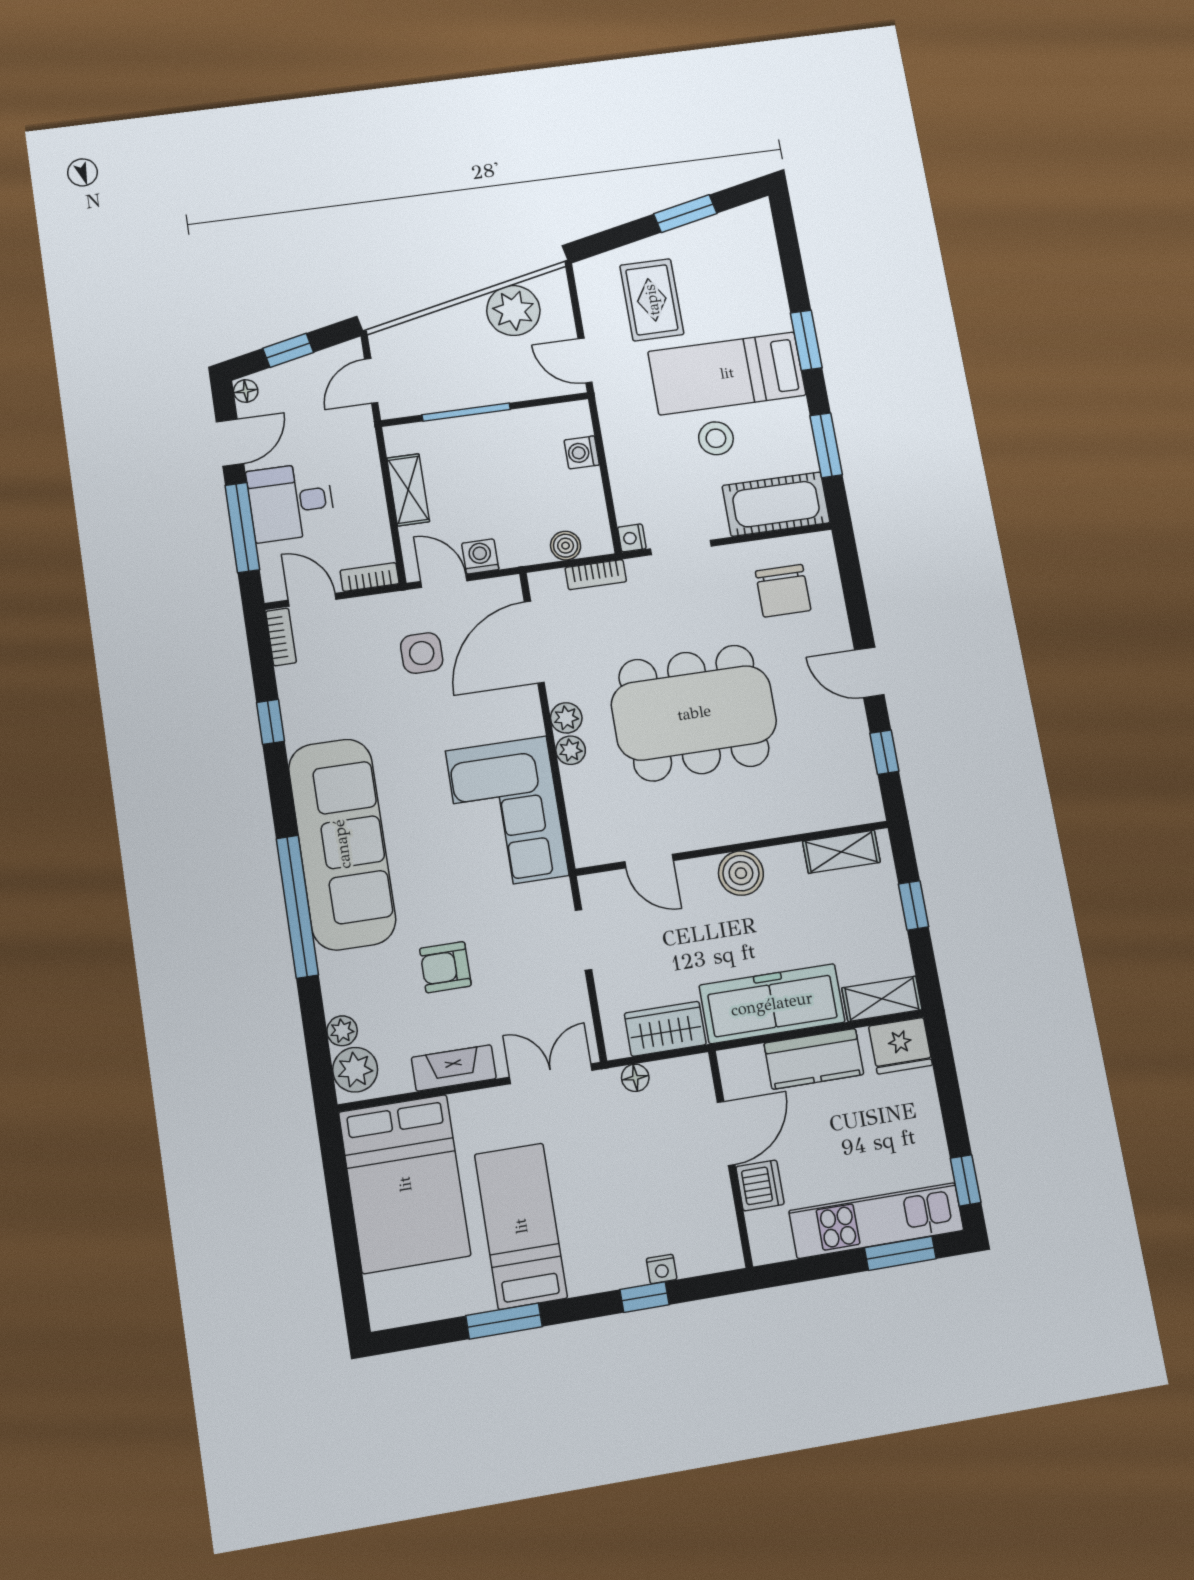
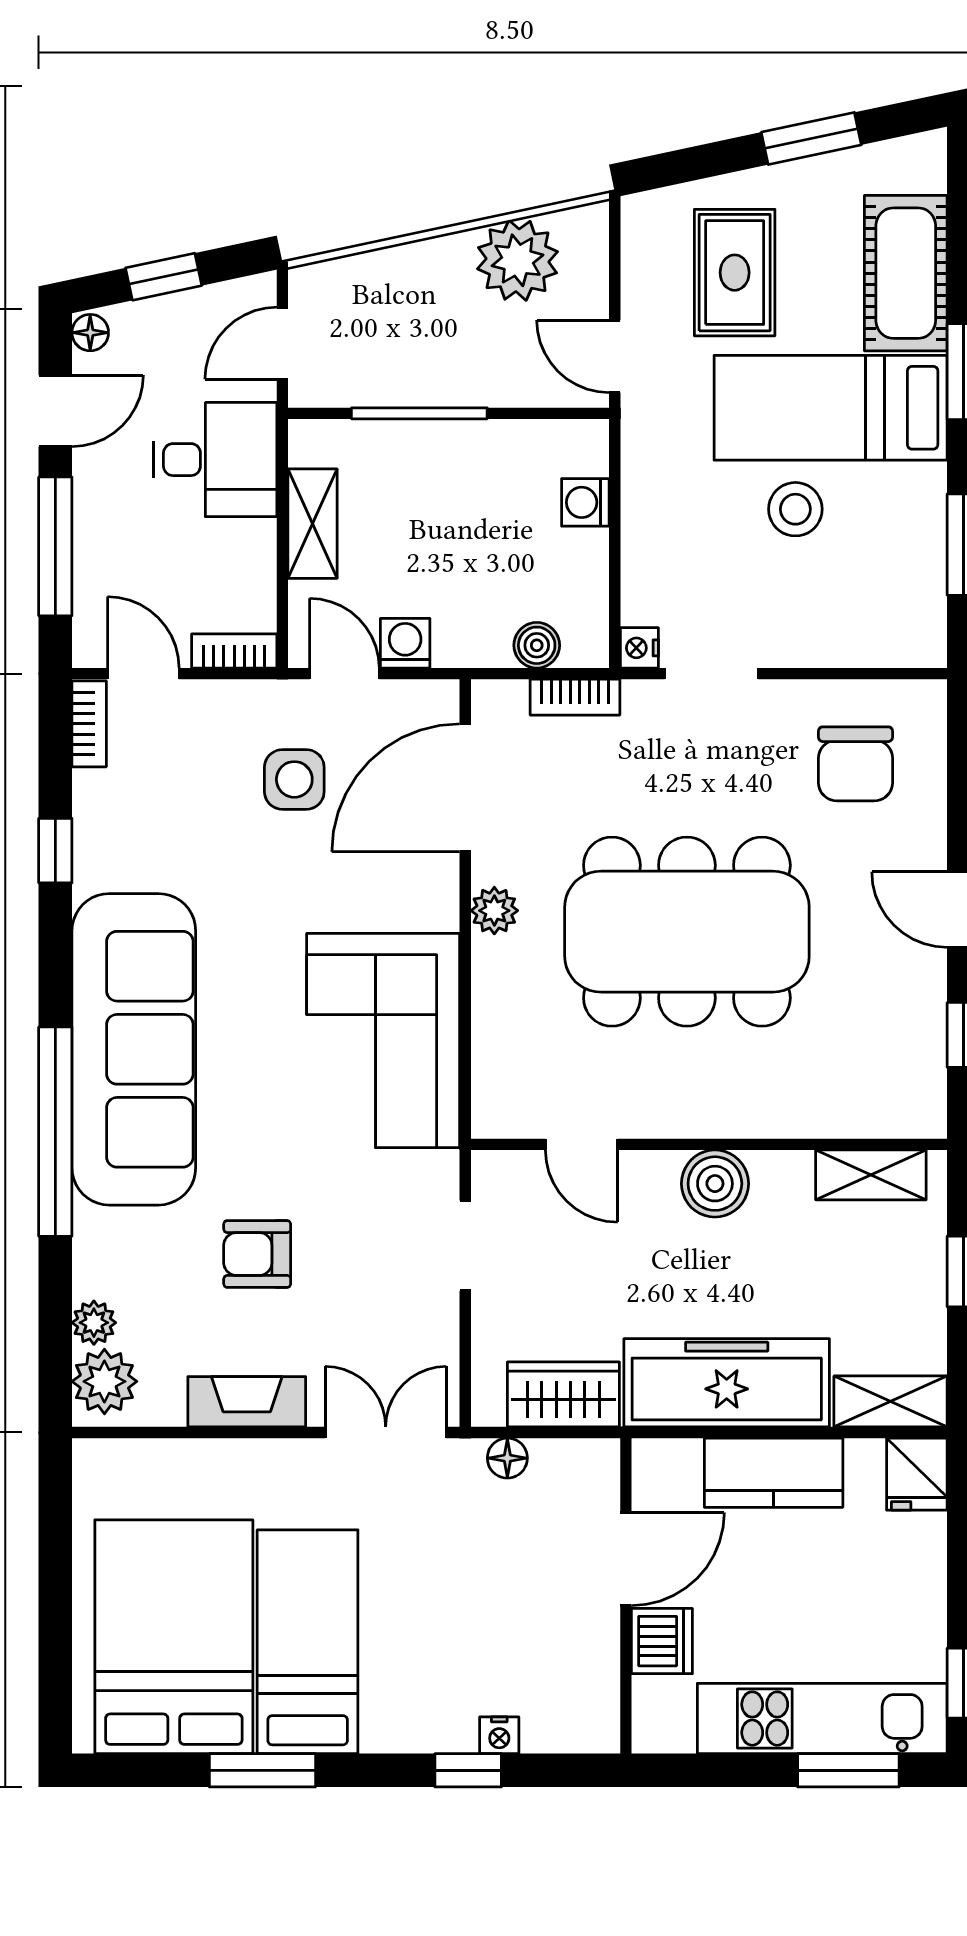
desk: (291, 502) -> (215, 460), moved, turned 180
cot: (776, 504) -> (906, 273), moved, turned 90
plant: (571, 750) -> (493, 961), removed
fridge: (901, 1046) -> (917, 1474), width x0.72
bed: (405, 1184) -> (174, 1637), moved, turned 180

